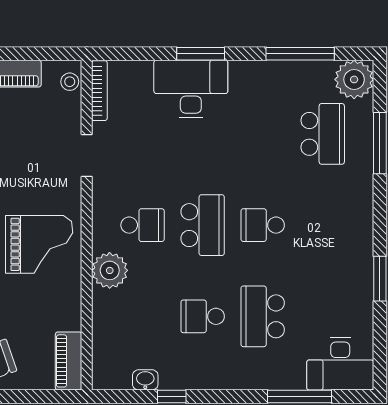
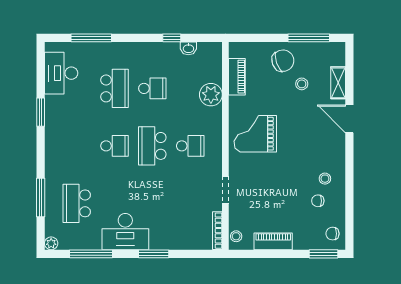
plant: (354, 79) -> (51, 243), width x0.53, depth x0.53
desk: (191, 89) -> (125, 232), moved
school desk: (143, 225) -> (190, 146), turned 180
plant: (110, 270) -> (211, 95), moved
piano: (69, 361) -> (237, 77), moved
desk: (340, 364) -> (61, 73), moved, turned -90

